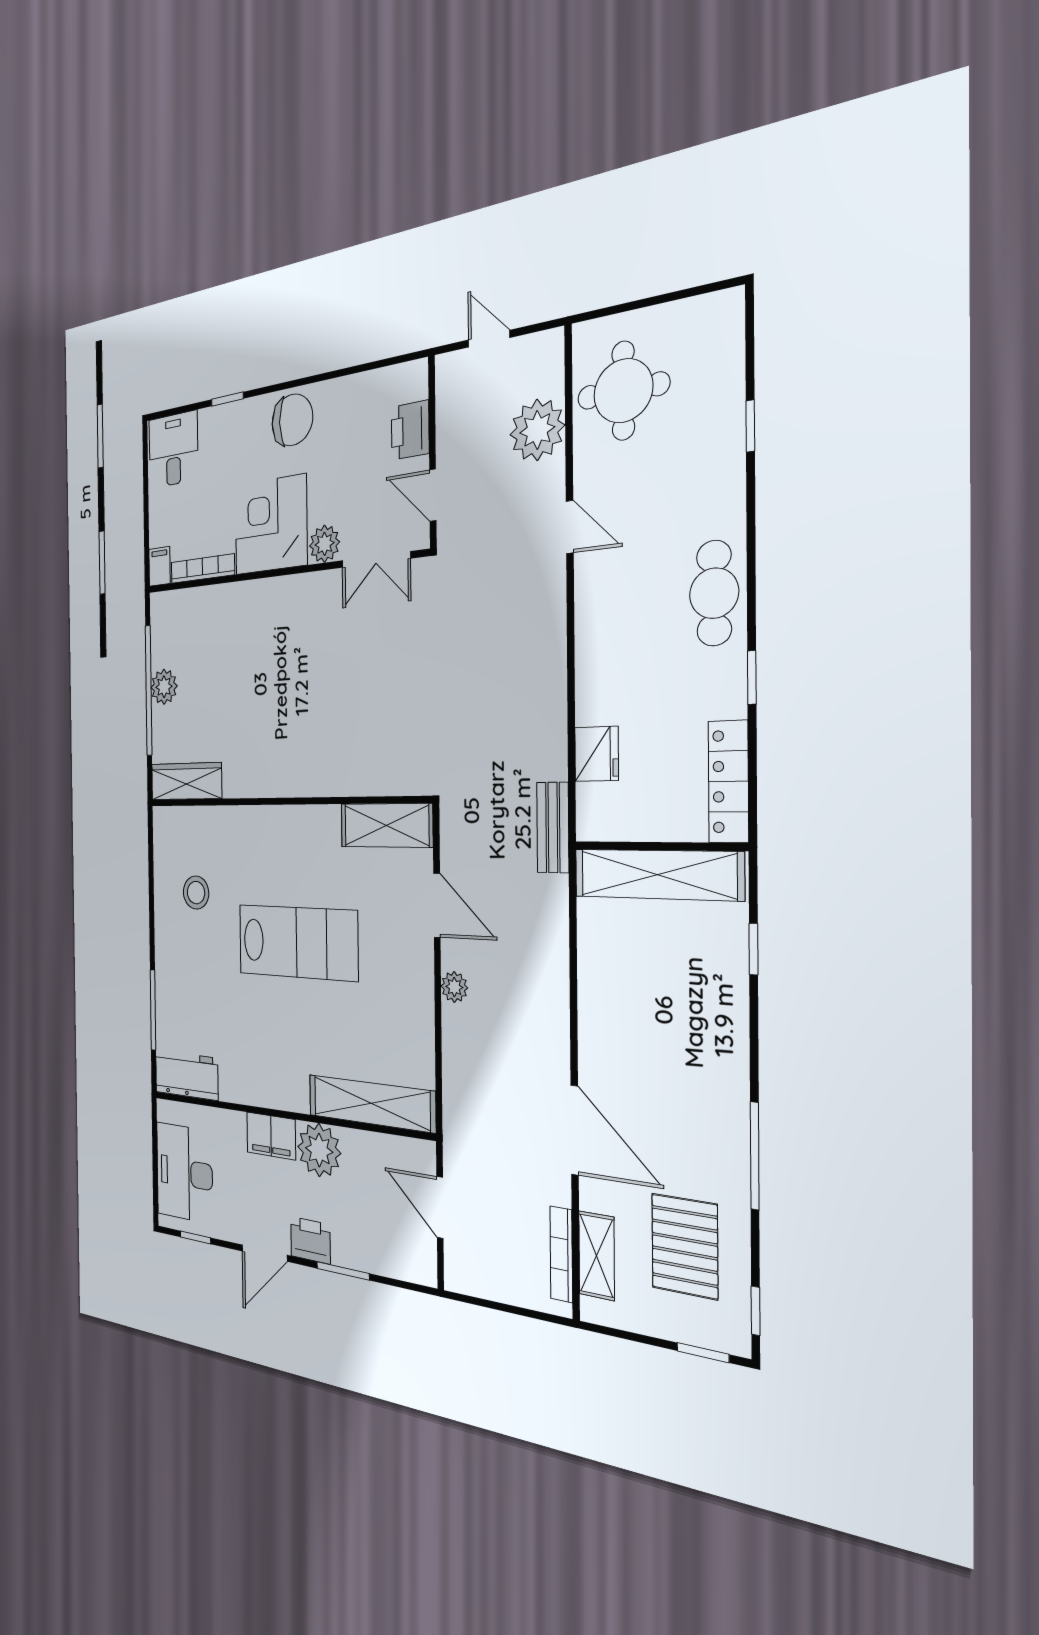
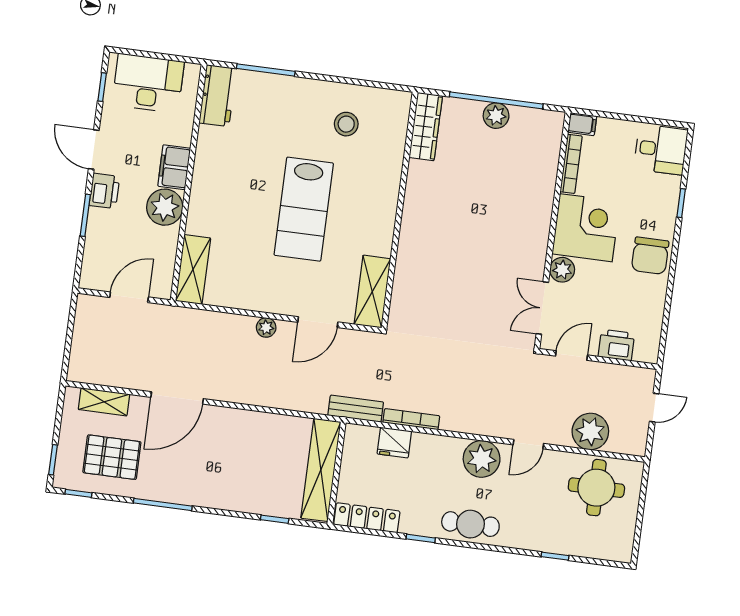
plant: (603, 600) -> (482, 459), added
shelving: (371, 1103) -> (193, 269), width x0.68
bookcase: (561, 1254) -> (411, 419), moved

